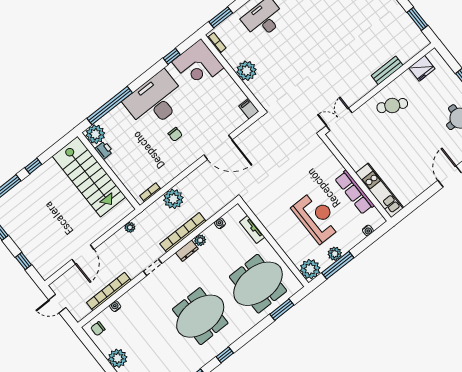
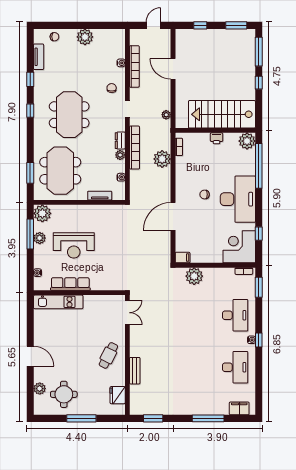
plant: (246, 71) -> (194, 276), moved
printer: (104, 150) -> (217, 138), moved
chair: (98, 329) -> (112, 88), moved

